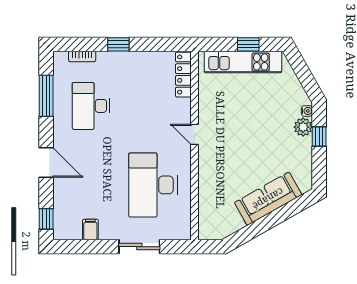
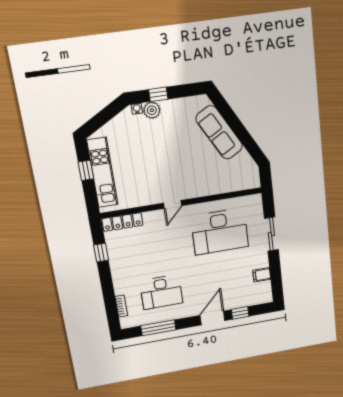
window: (118, 44) -> (101, 253), moved
window: (46, 219) -> (240, 313), moved

